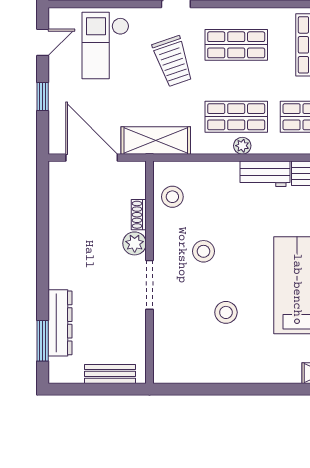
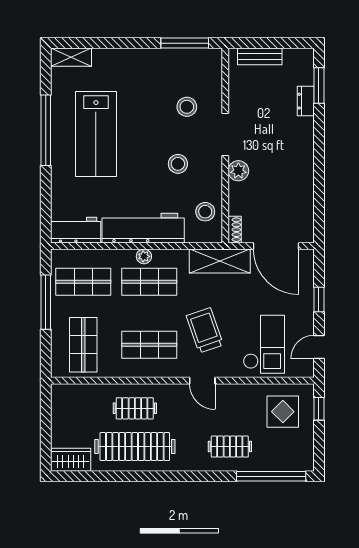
workbench: (265, 174) -> (143, 228), width x1.88, depth x1.32
shoe rack: (139, 215) -> (235, 230), moved
stool: (226, 312) -> (187, 107), moved
dresser: (60, 323) -> (306, 101), width x0.51, depth x0.80
window: (196, 389) -> (185, 43), added

